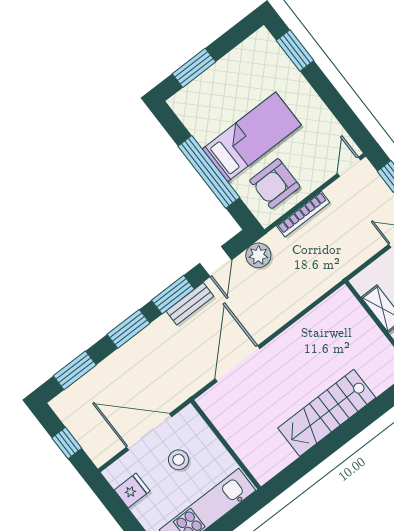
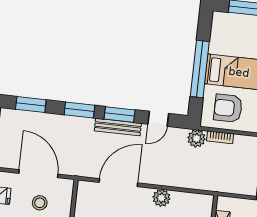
bookcase: (303, 214) -> (220, 137), width x0.64
plant: (258, 255) -> (196, 138), moved
bench: (190, 304) -> (118, 127), width x1.36
plant: (295, 337) -> (161, 198), added

